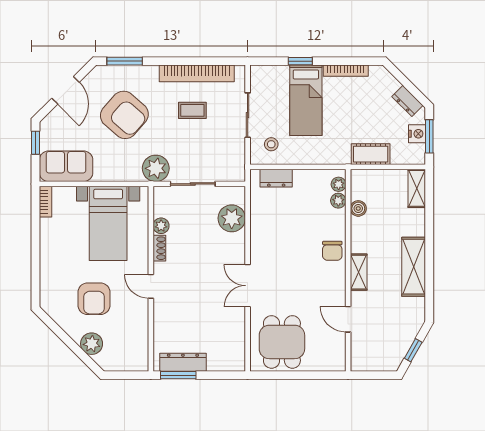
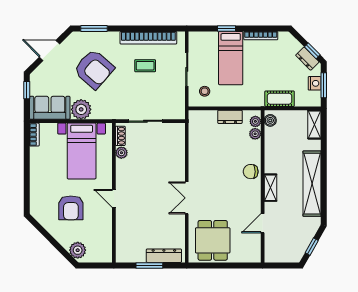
door: (66, 90) -> (49, 50), swing flipped
window: (414, 91) -> (312, 51), added
plant: (156, 168) -> (81, 109), moved
dresser: (276, 178) -> (230, 117), moved
boiler: (358, 208) -> (270, 120), moved
plant: (232, 218) -> (175, 147), removed
shoe rack: (159, 248) -> (120, 136), moved
chair: (332, 251) -> (251, 172), turned 90
shelving: (414, 267) -> (312, 184), width x1.47
door: (348, 319) -> (263, 223), hinge flipped
plant: (92, 344) -> (78, 250), moved
dresser: (183, 362) -> (164, 256), moved
window: (178, 375) -> (149, 265), moved

